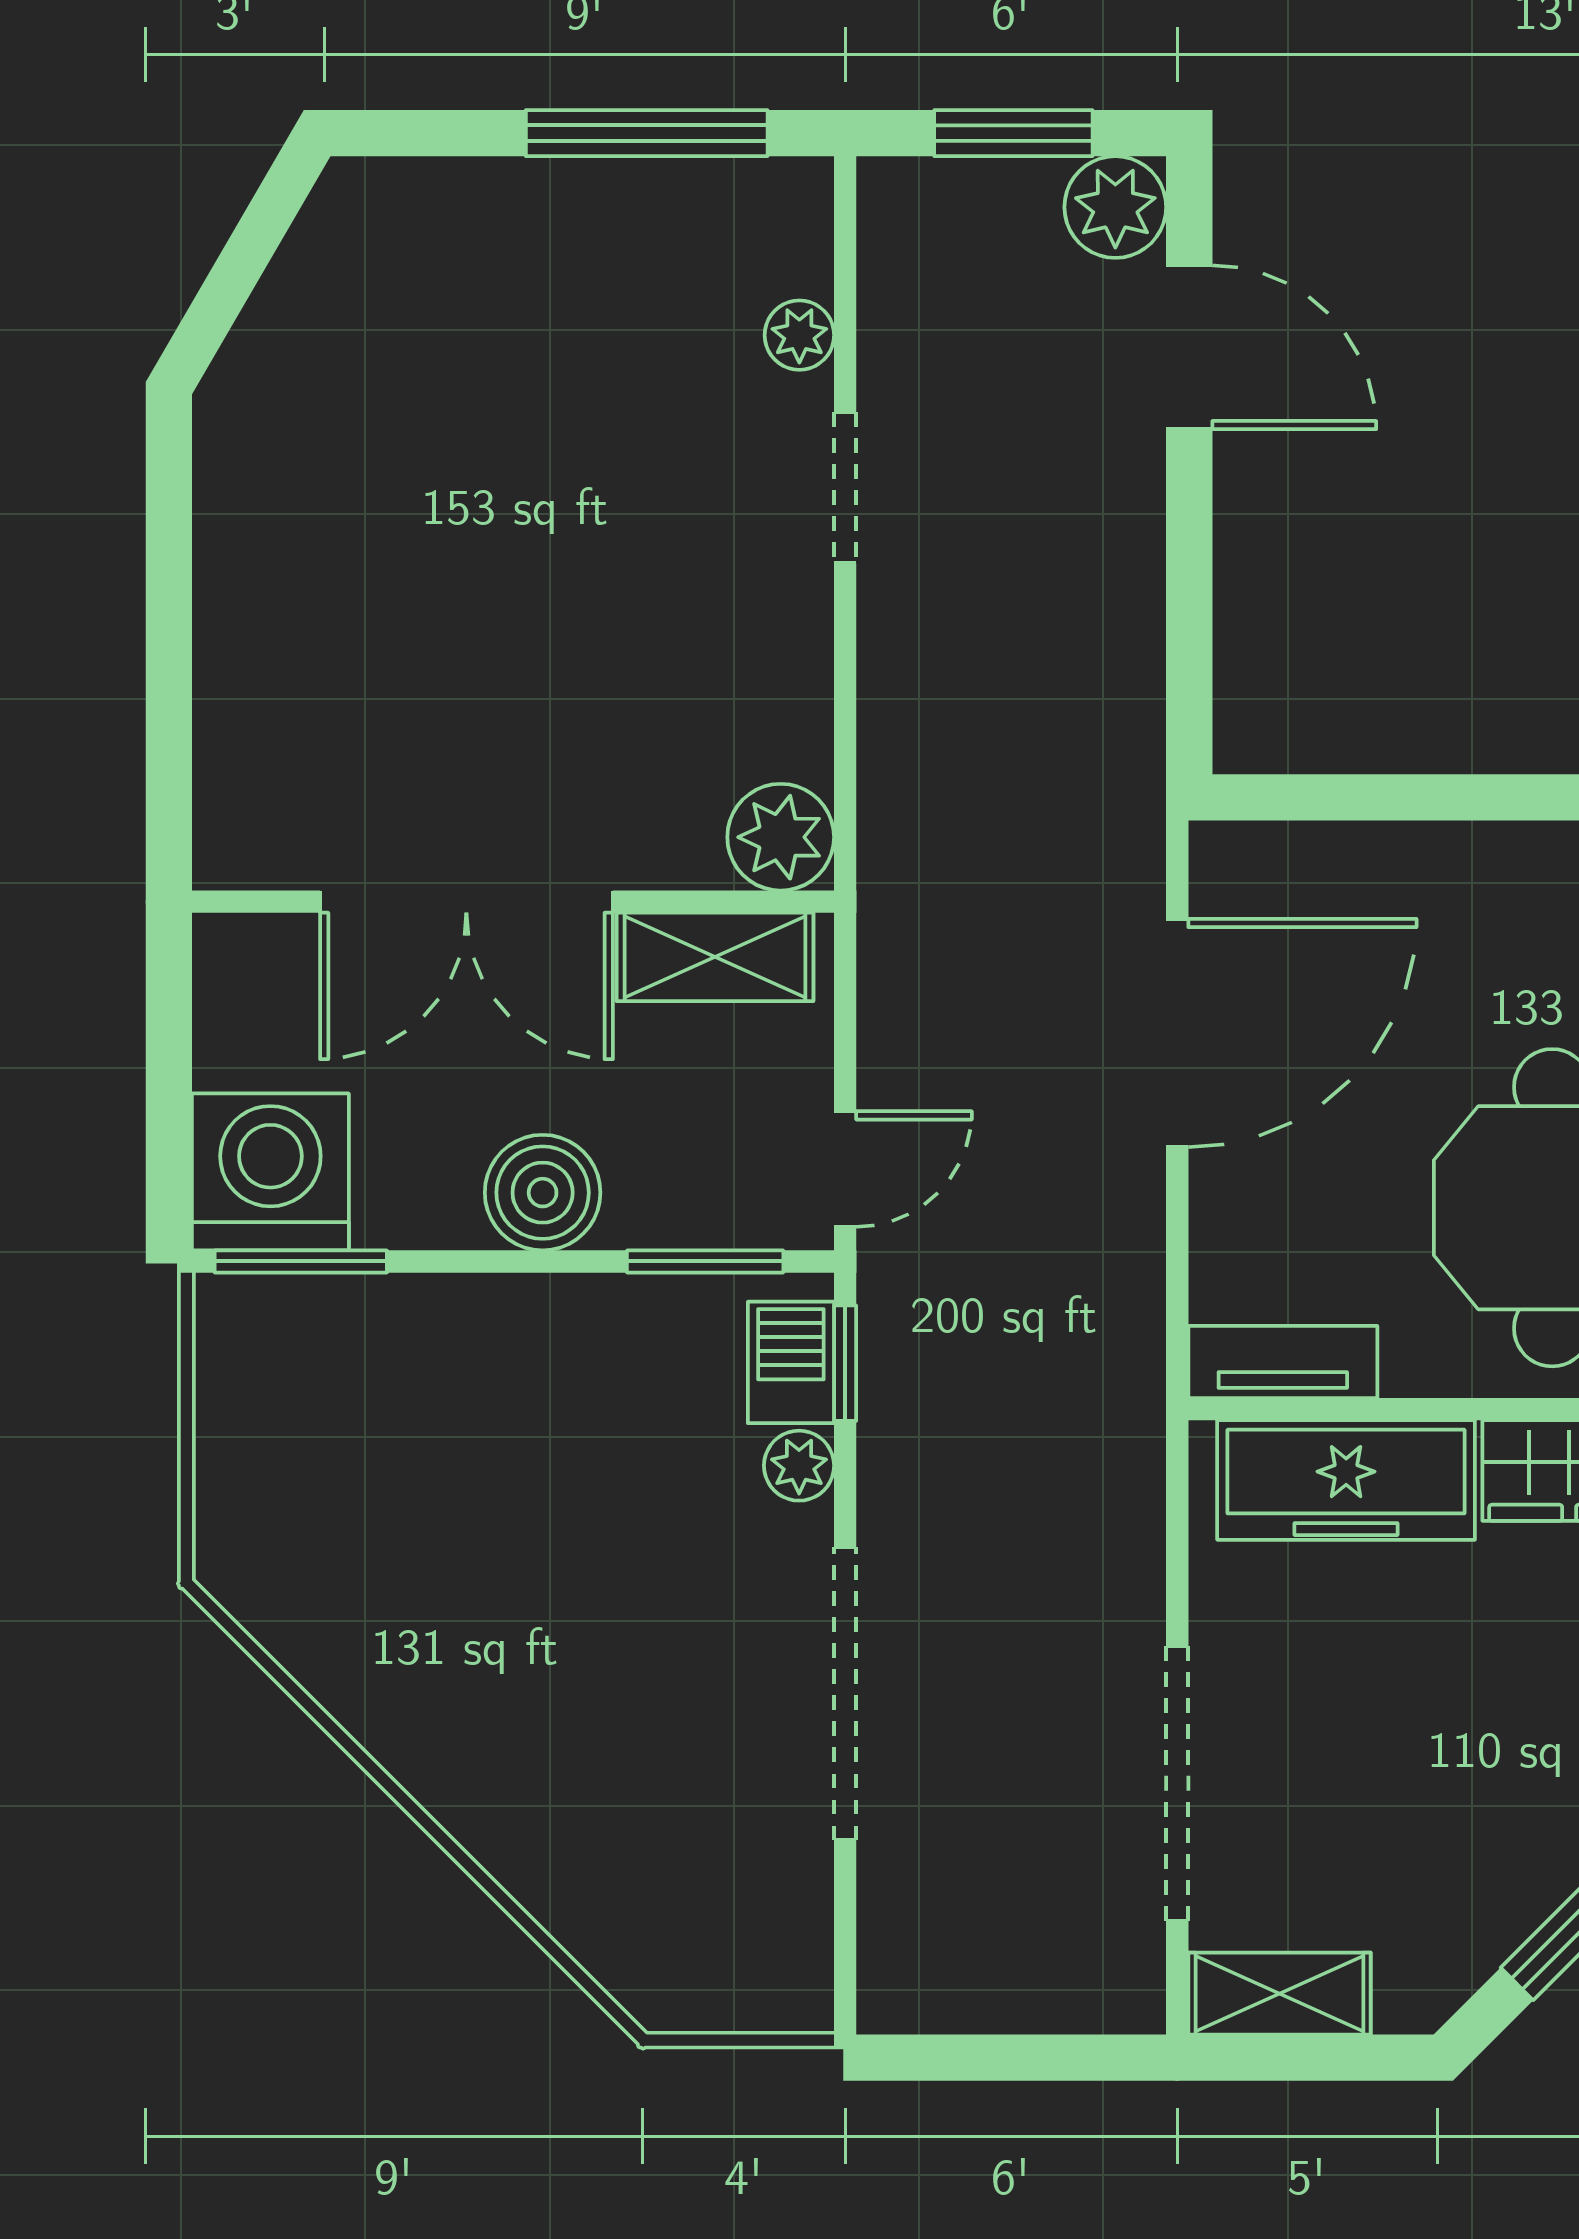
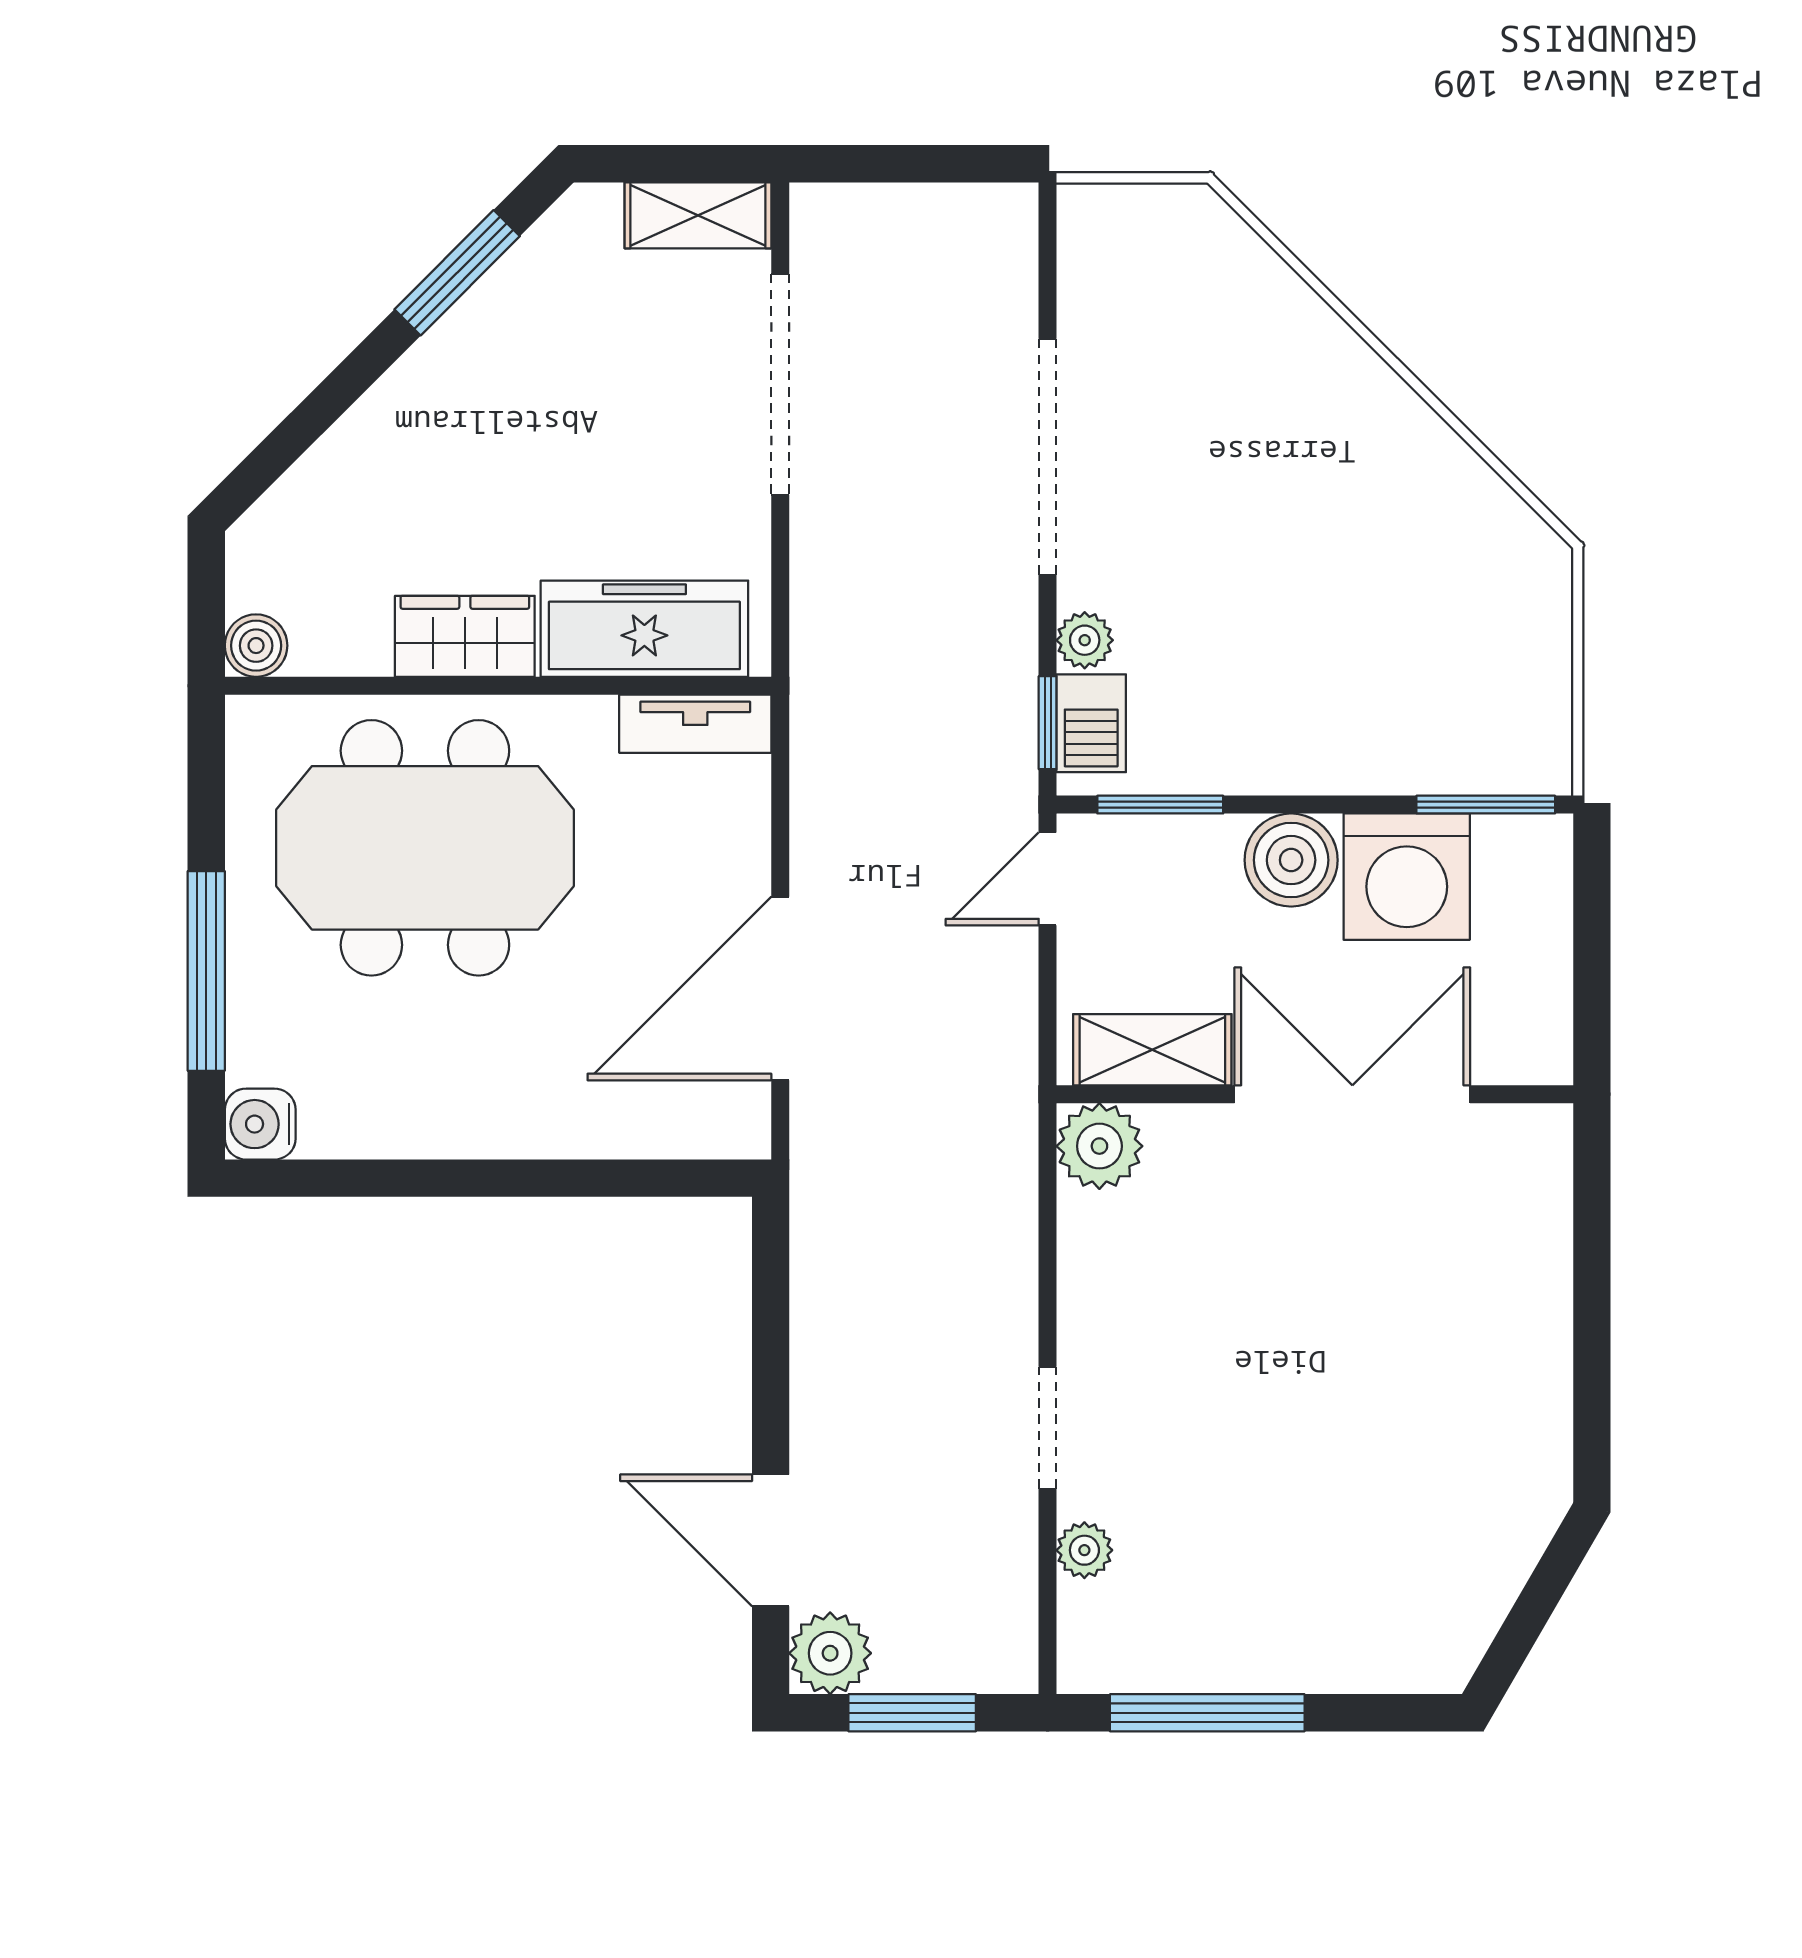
washing machine: (270, 1172) -> (1407, 877), moved

